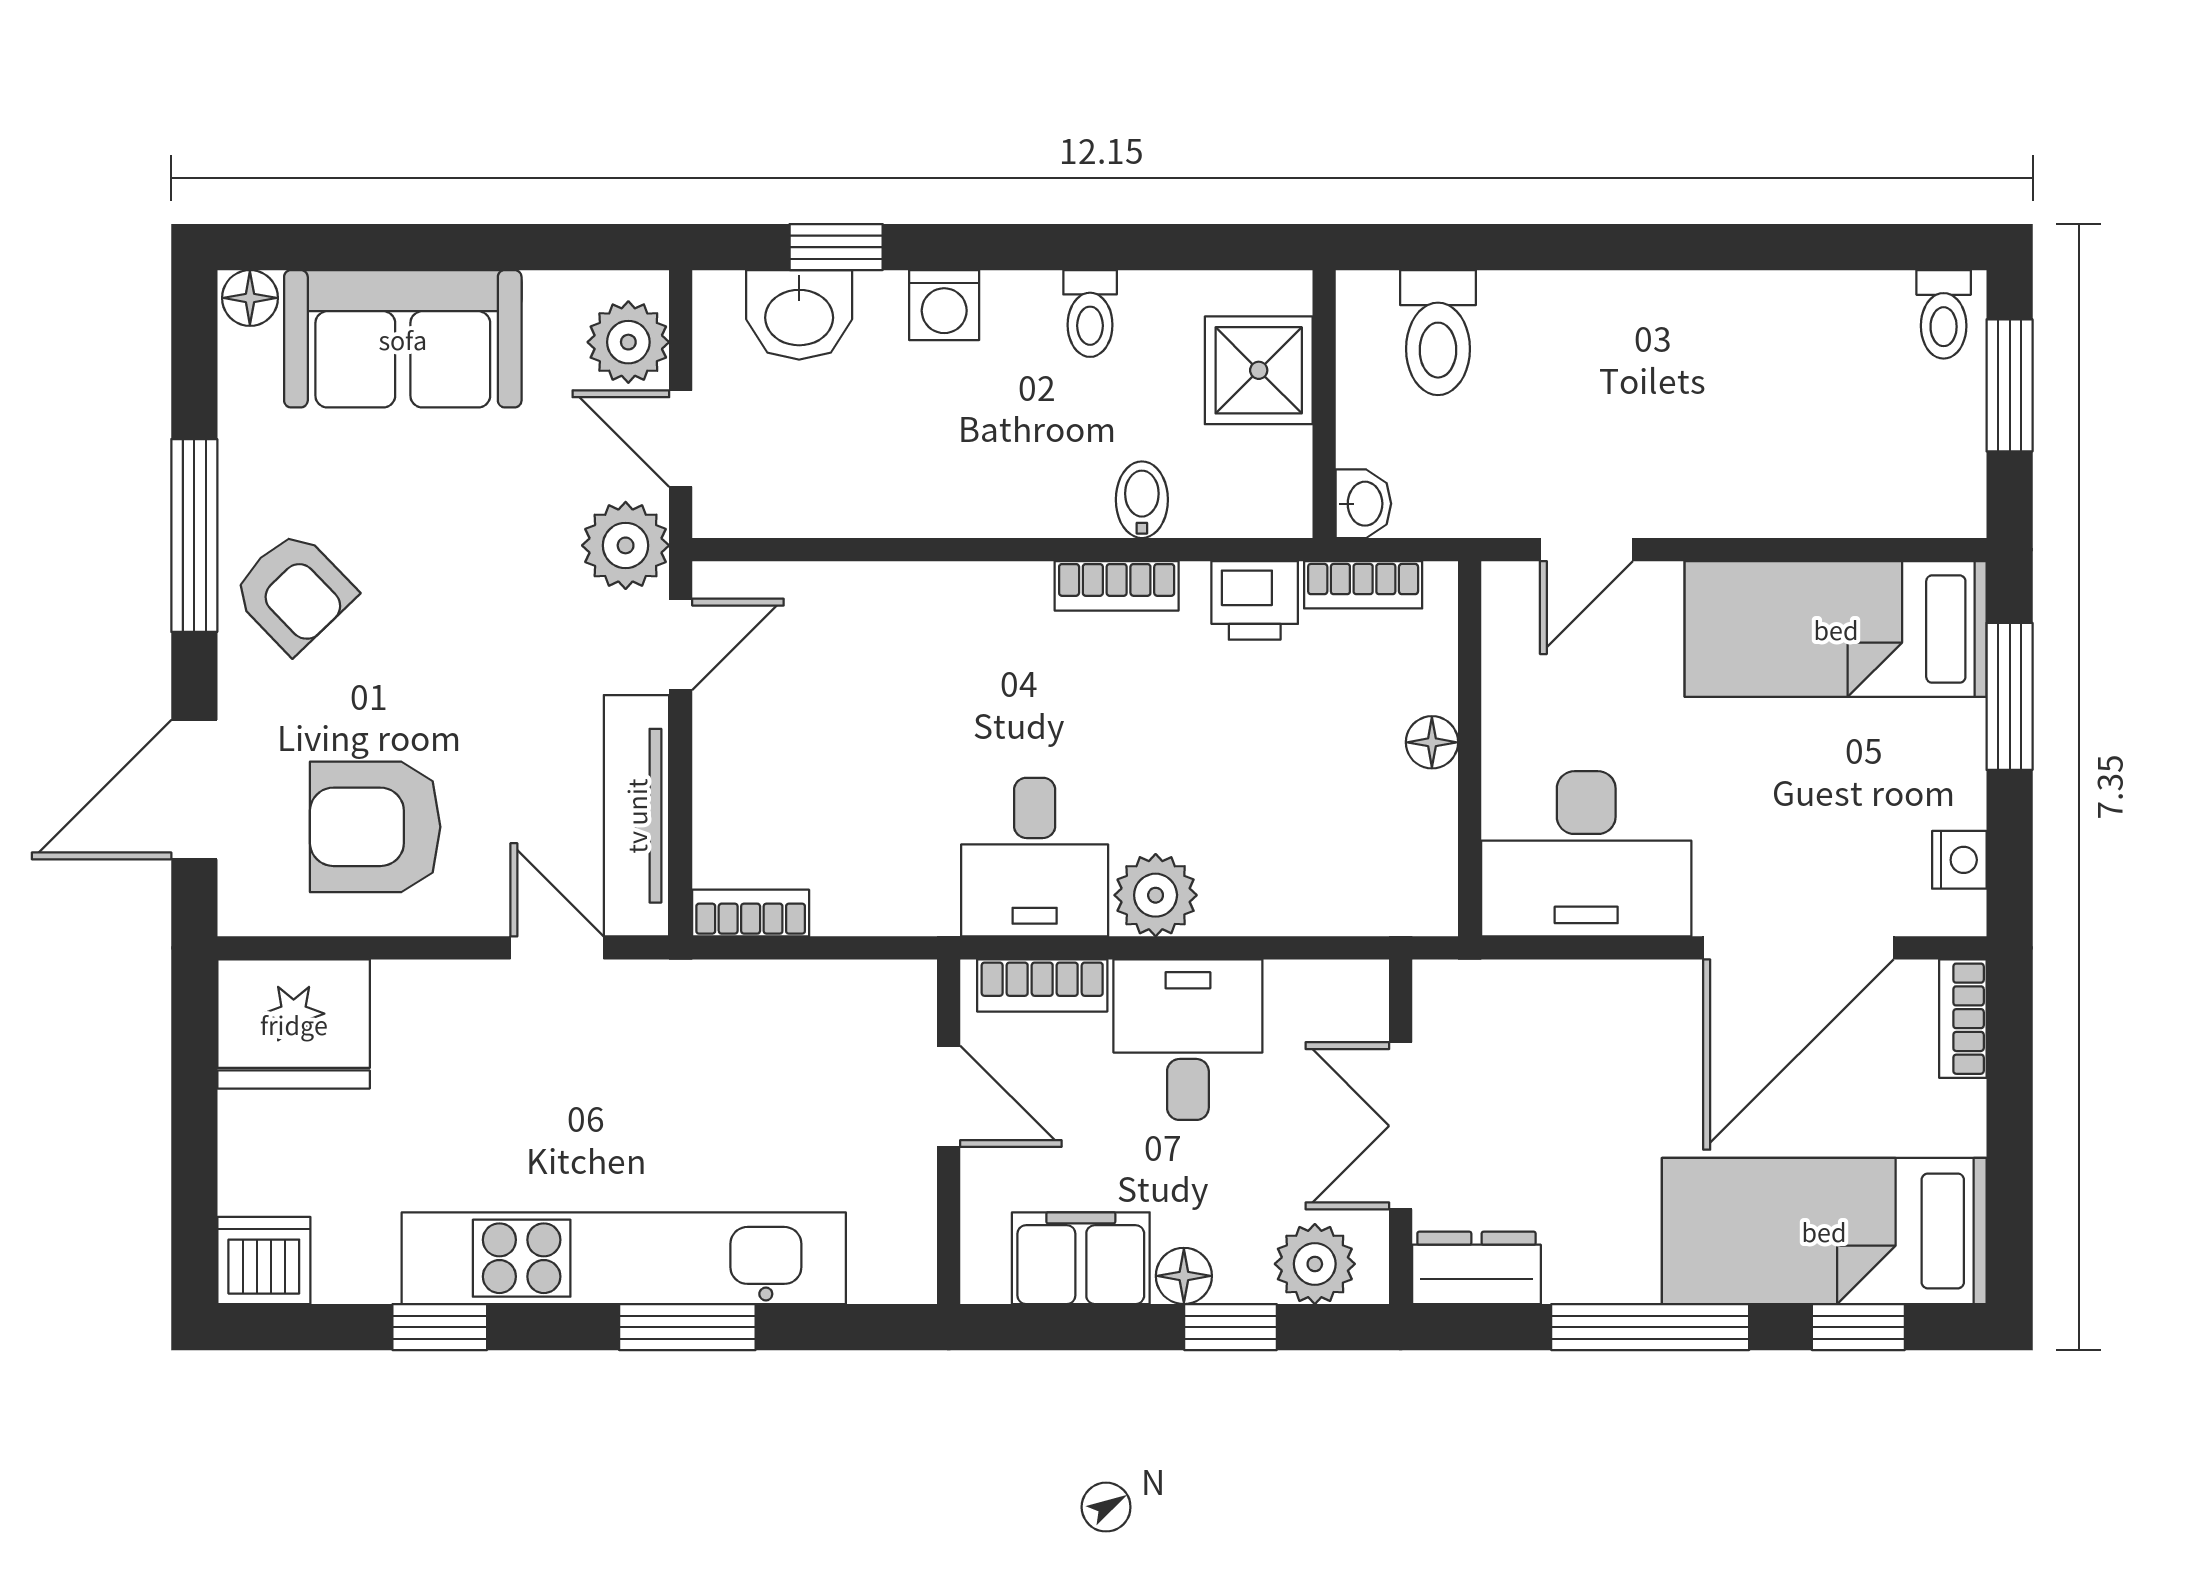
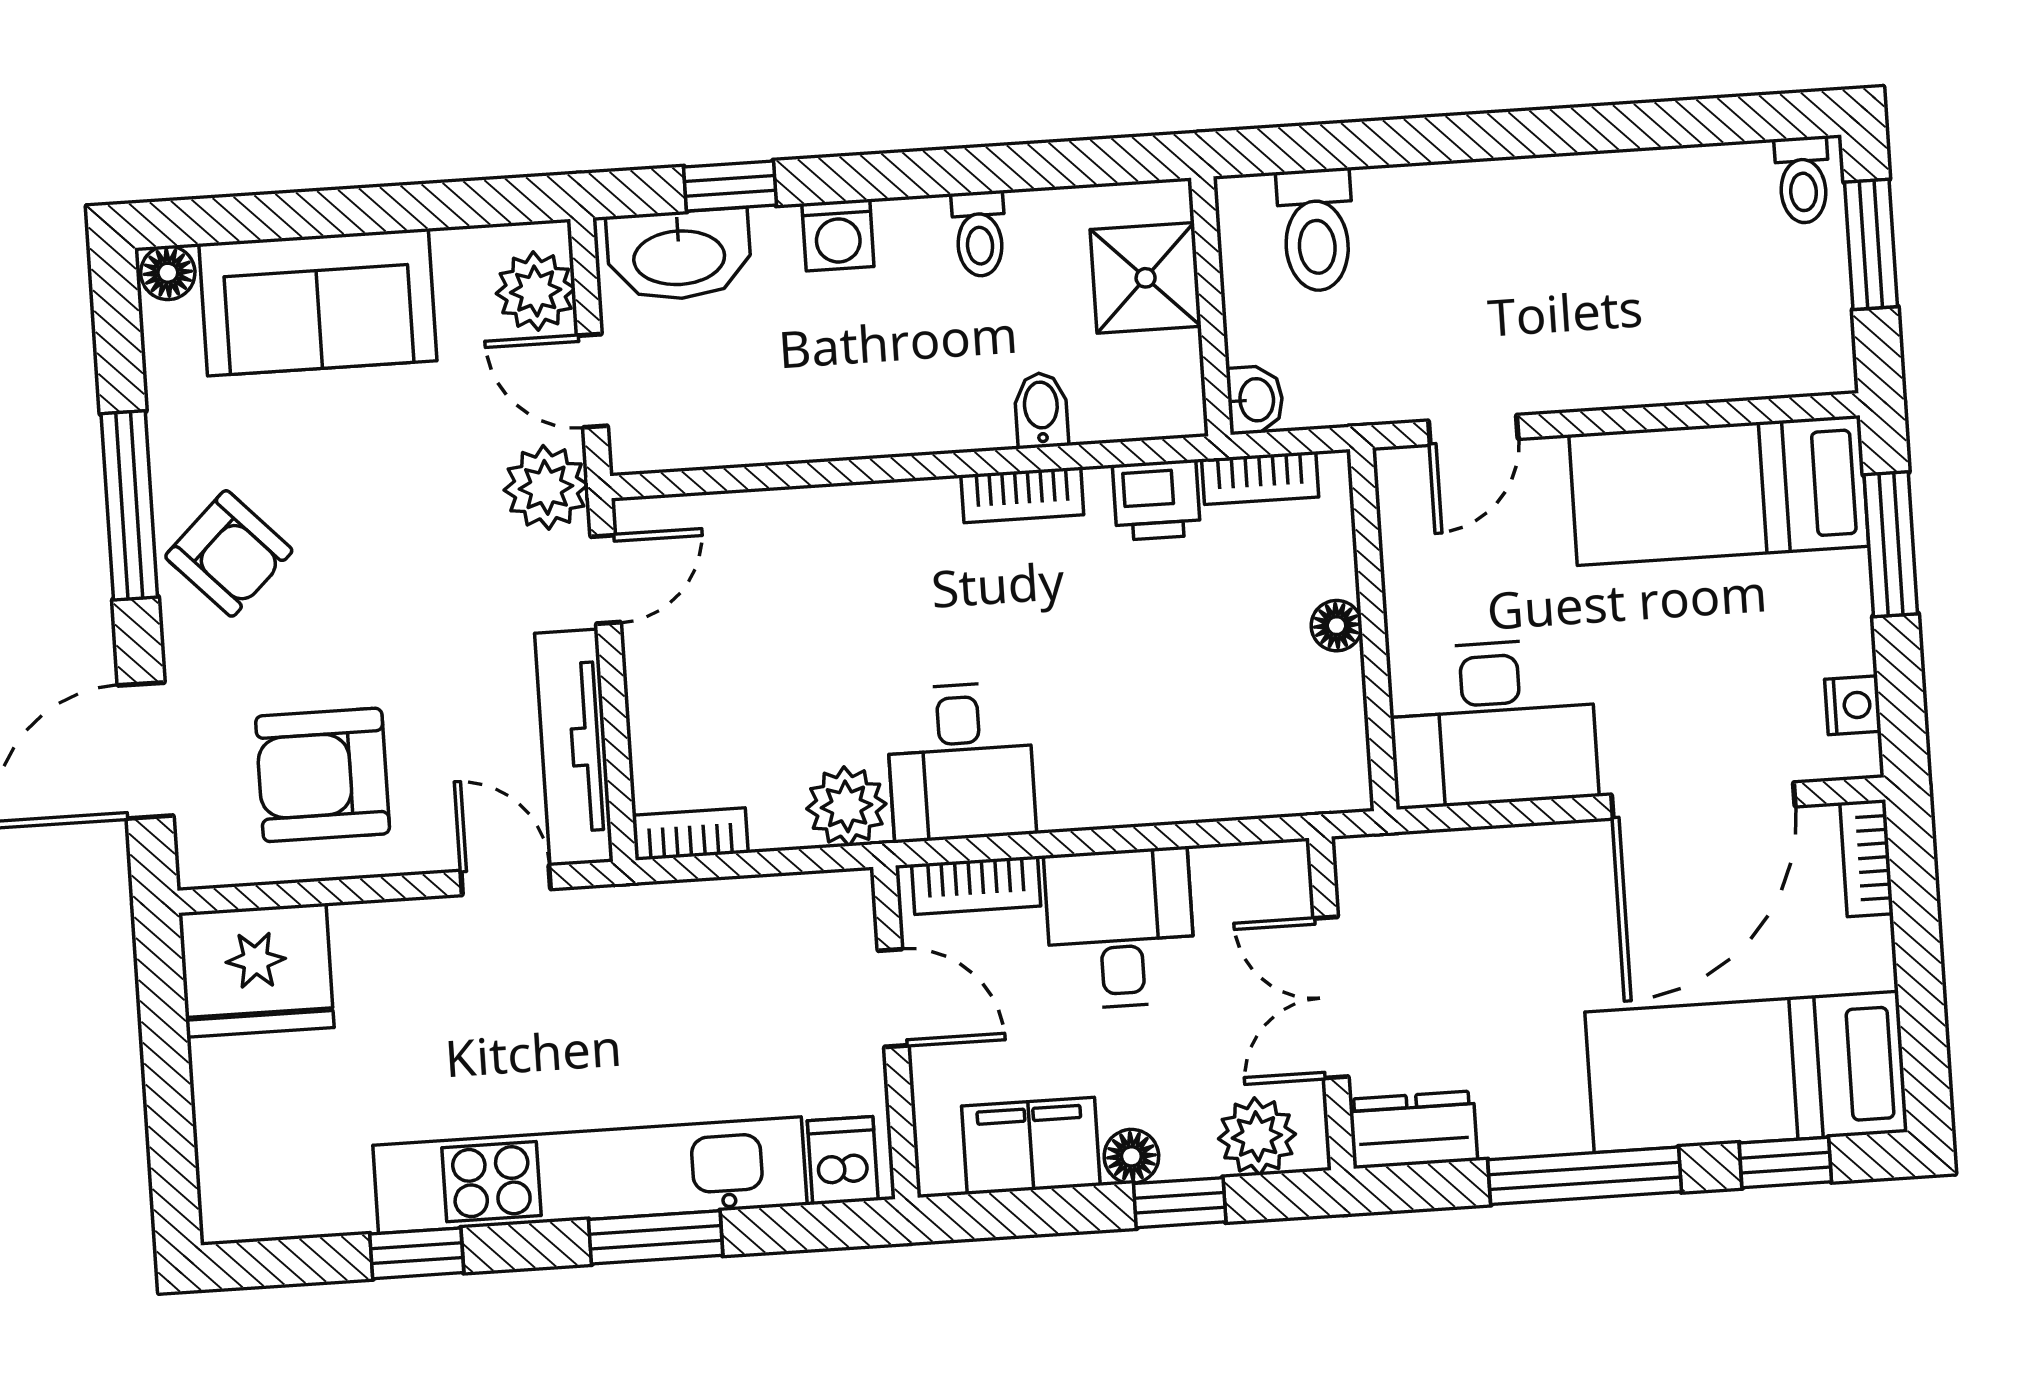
washbasin: (799, 315) -> (679, 255), width x1.38
plant: (1156, 895) -> (846, 806), moved
dishwasher: (264, 1261) -> (843, 1161), moved, width x0.73

